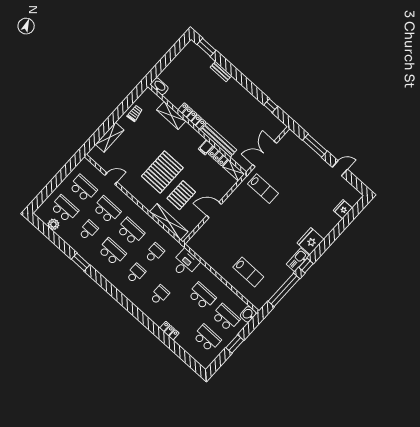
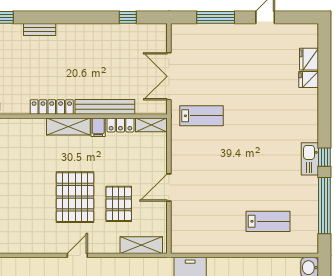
shelving: (171, 115) -> (68, 127), moved
door: (111, 179) -> (77, 255), moved
shelving: (169, 222) -> (141, 245), width x0.68
fridge: (311, 241) -> (309, 79), moved, width x0.53, depth x0.75

